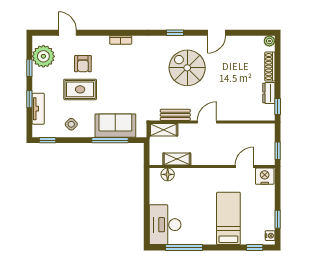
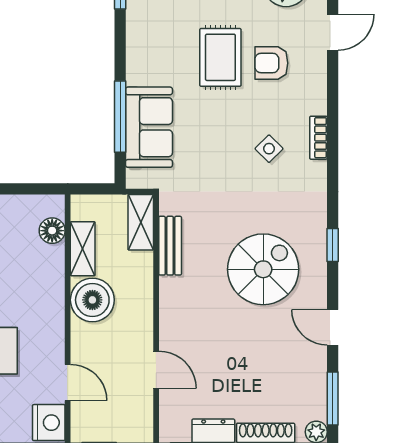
window: (252, 33) -> (333, 399), added
door: (207, 122) -> (156, 370), moved
side table: (71, 124) -> (269, 149), moved
boiler: (203, 154) -> (92, 300), added

